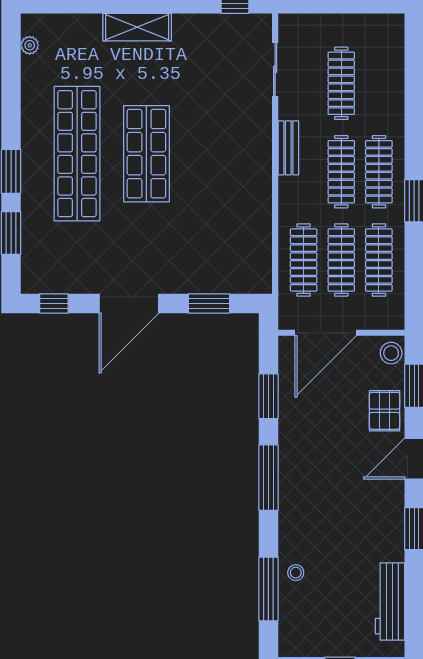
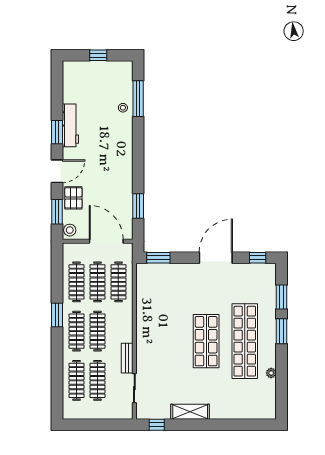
shelving: (137, 27) -> (190, 412), moved
plant: (30, 45) -> (271, 373), moved
clothes rail: (379, 83) -> (77, 380), added
bench: (288, 148) -> (127, 358), moved
window: (209, 303) -> (158, 258), moved
door: (326, 333) -> (106, 241), hinge flipped
window: (268, 478) -> (138, 161), removed
workbench: (390, 601) -> (70, 125), moved

